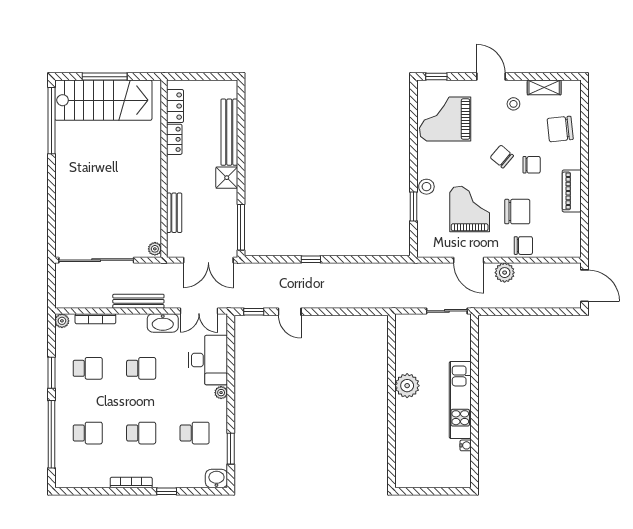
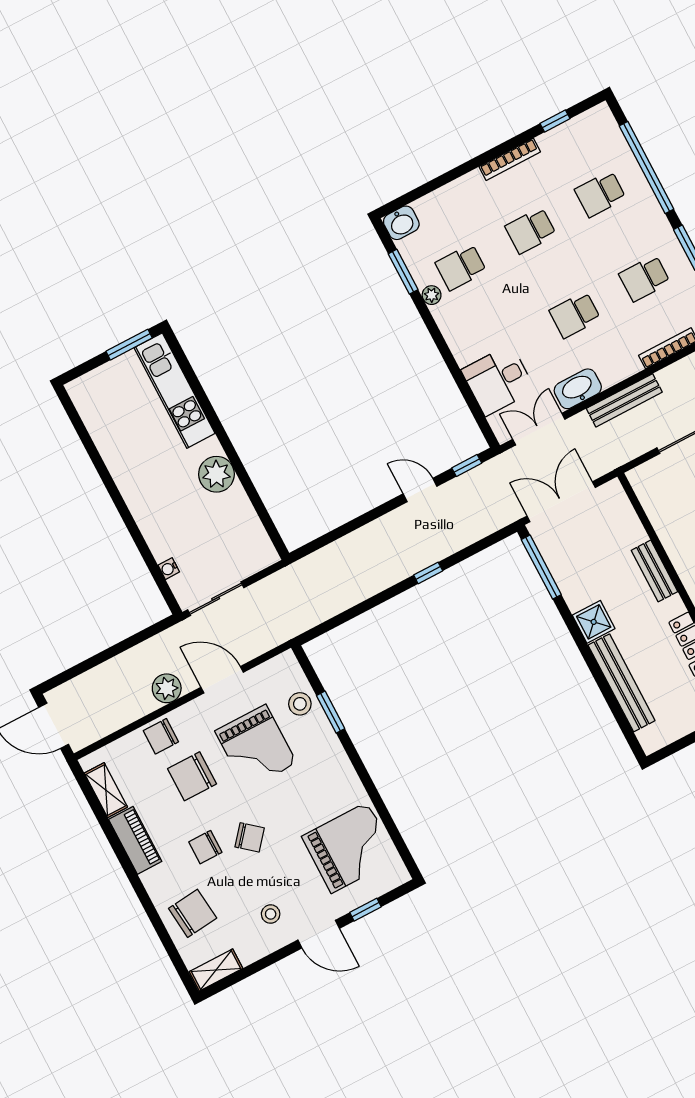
window: (436, 77) -> (366, 910), moved
shelving: (544, 87) -> (216, 970), moved
stool: (426, 187) -> (300, 704), moved
bench: (174, 213) -> (655, 571), moved
shelving: (573, 230) -> (106, 790), added
plant: (155, 249) -> (639, 480), removed
desk: (208, 360) -> (498, 380), width x0.73
plant: (221, 393) -> (432, 295), moved
kitchen unit: (460, 400) -> (175, 391), moved, turned 180
water cooler: (466, 445) -> (169, 569), moved
window: (167, 491) -> (555, 121), moved
window: (419, 491) -> (129, 345), added

